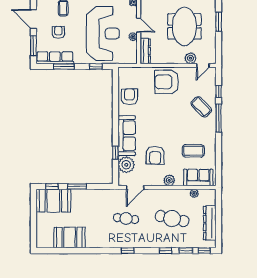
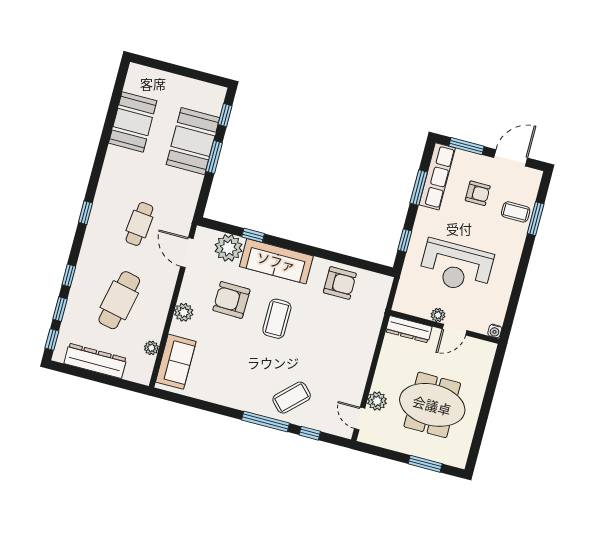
reception desk: (103, 34) -> (456, 267), width x0.74, depth x0.77
armchair: (167, 82) -> (348, 351), removed
coffee table: (193, 151) -> (277, 319), moved
booth: (53, 201) -> (193, 141), moved

